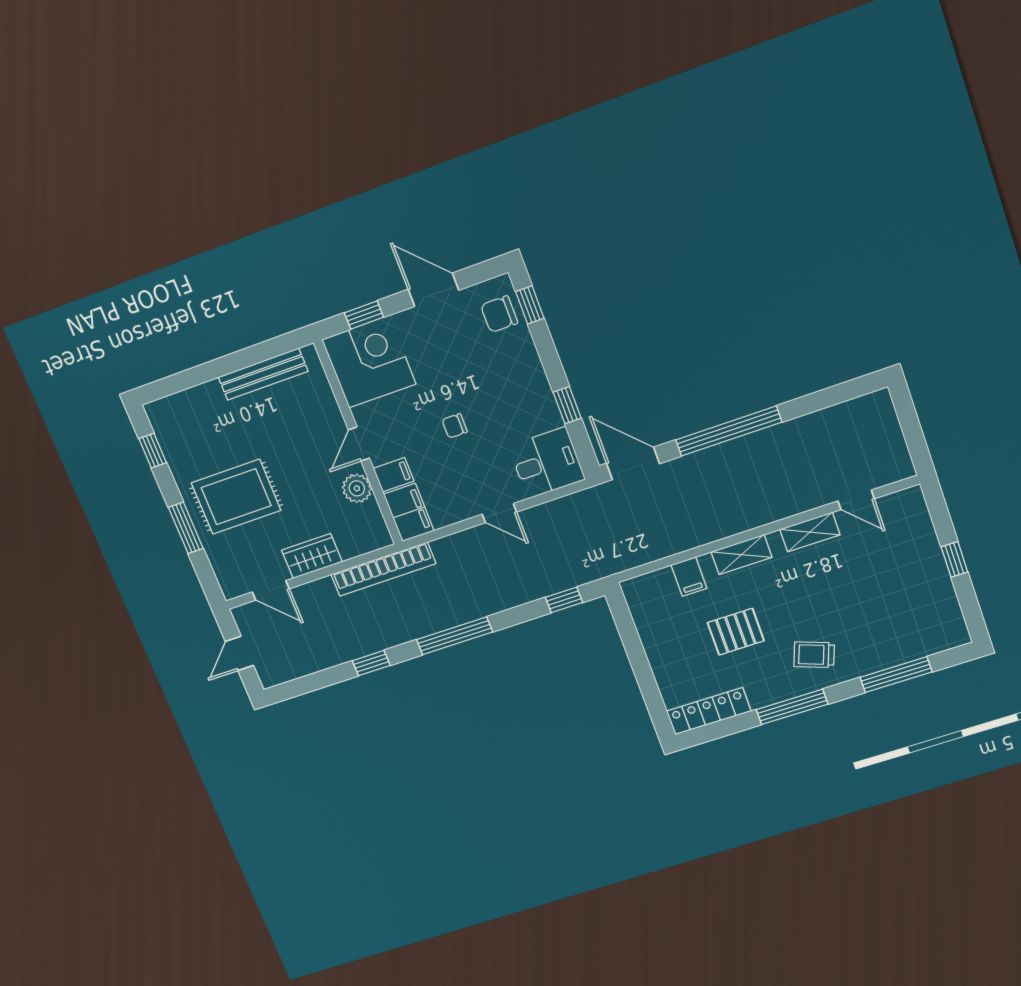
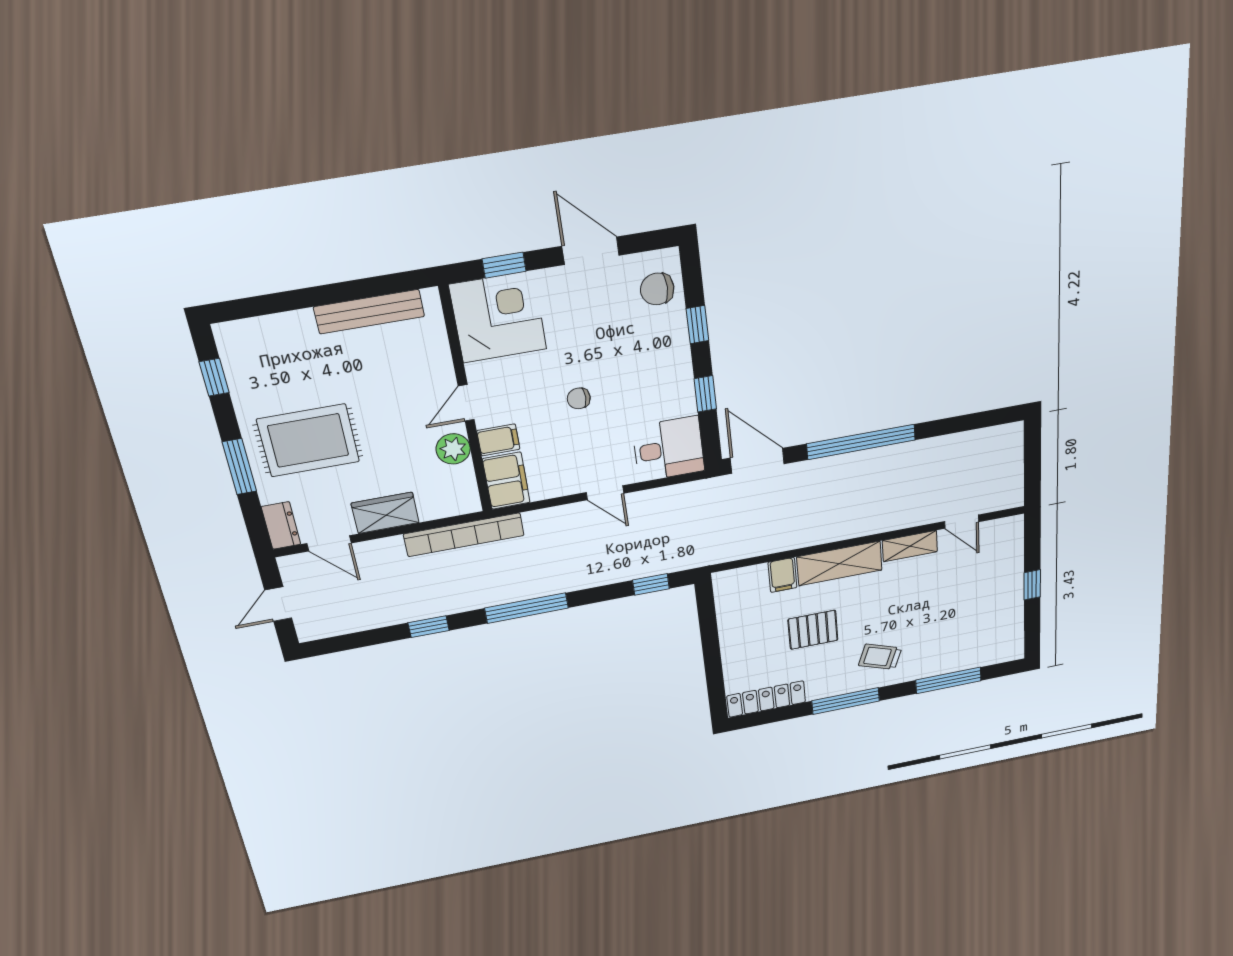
window: (530, 305) -> (697, 325), moved
shelving: (742, 555) -> (839, 564), width x1.50, depth x1.33
dresser: (228, 578) -> (281, 525), added

